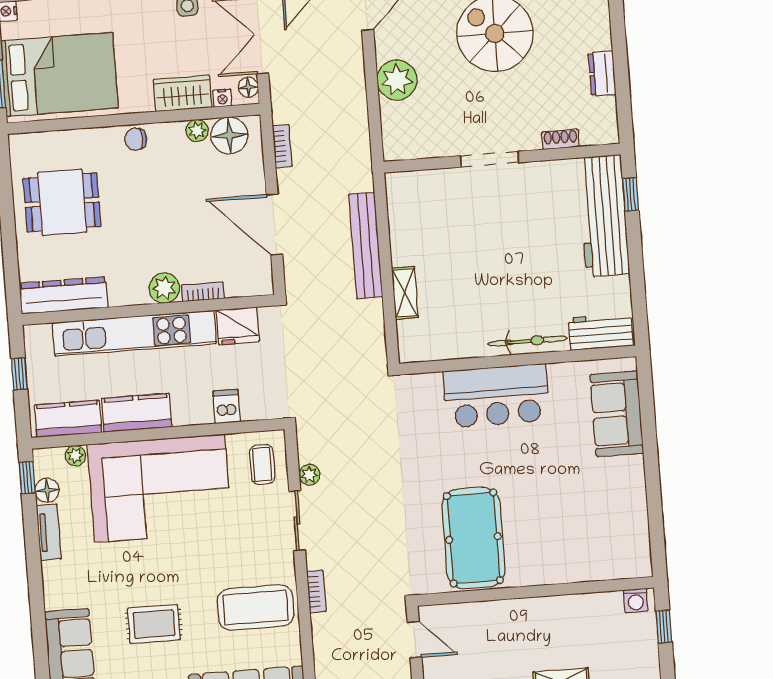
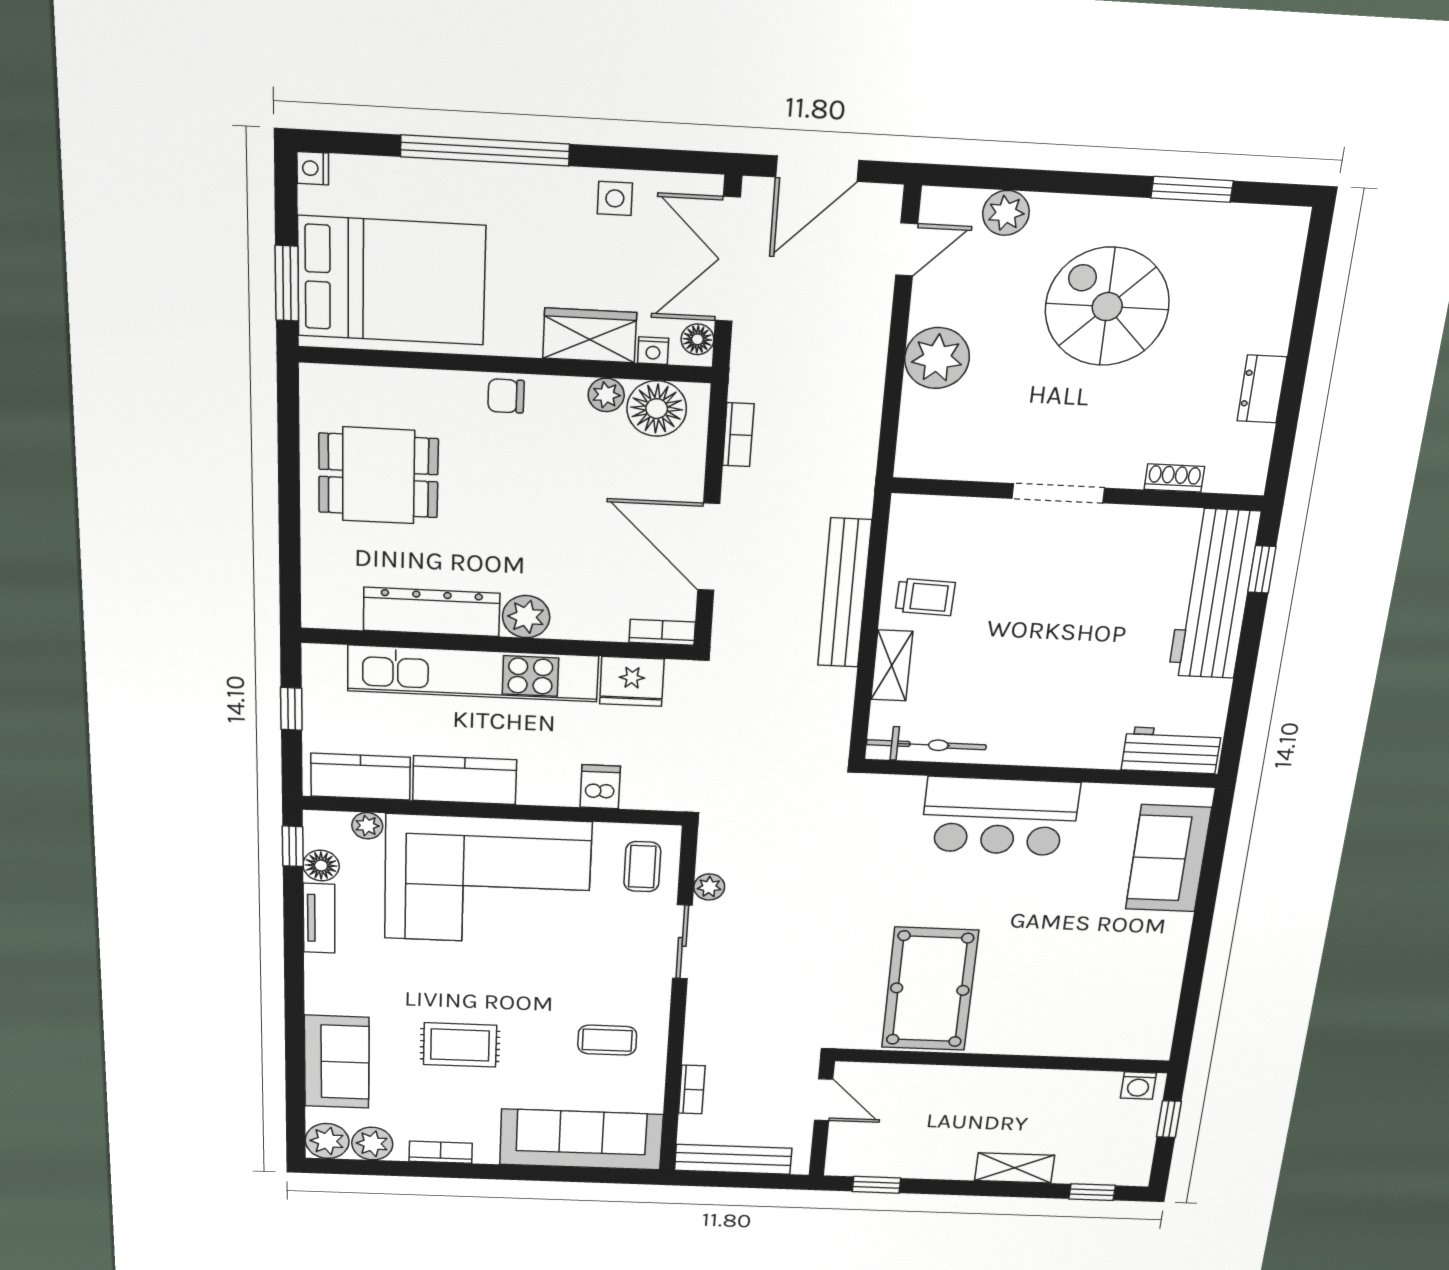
trolley: (418, 241) -> (925, 597), added
bookcase: (203, 292) -> (662, 632), moved
dresser: (64, 295) -> (432, 612), moved
bicycle: (528, 341) -> (926, 745), moved
bookcase: (316, 592) -> (692, 1089), moved
coffee table: (256, 608) -> (607, 1040), width x0.54, depth x0.58

